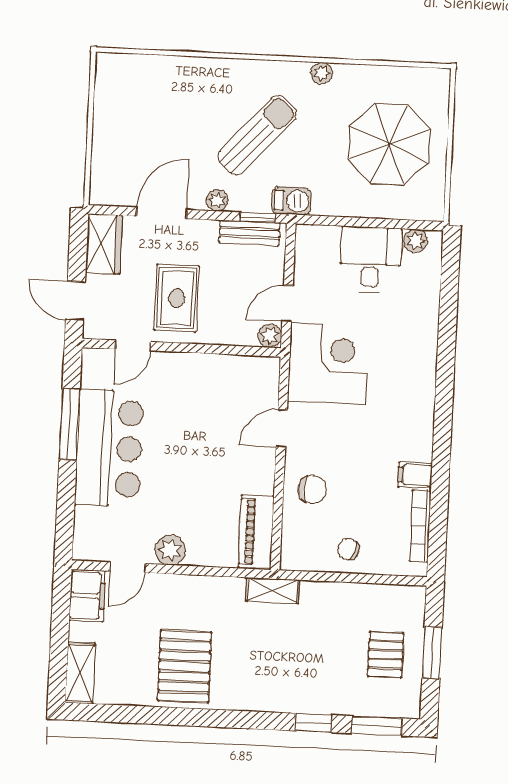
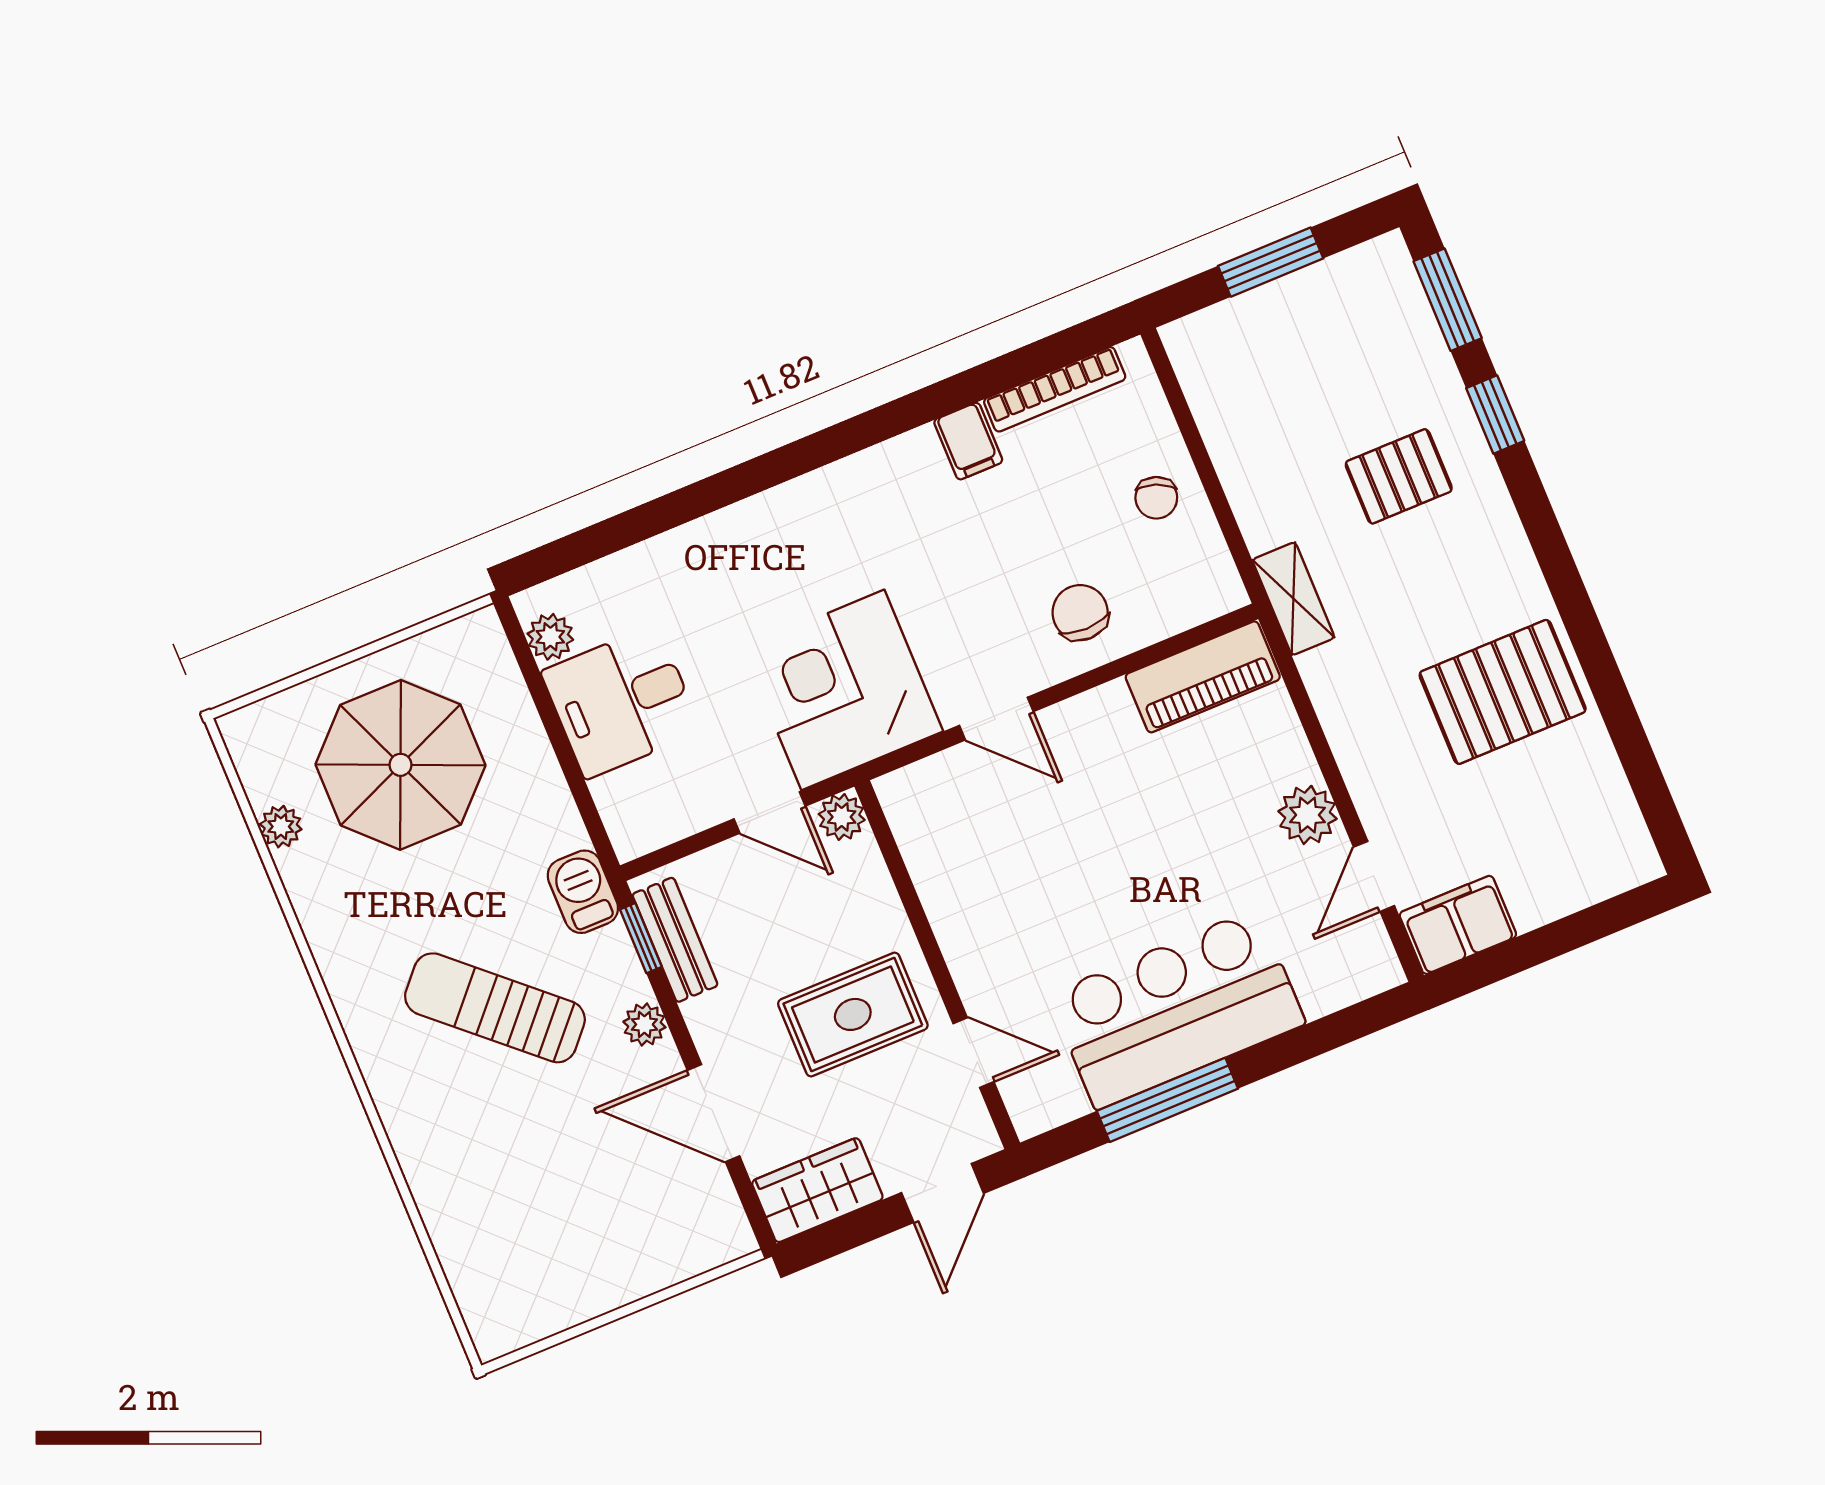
plant: (322, 73) -> (281, 827), moved
door: (128, 567) -> (1374, 876), swing flipped
pallet: (386, 655) -> (1399, 476), moved
shelving: (80, 673) -> (1602, 873), removed

